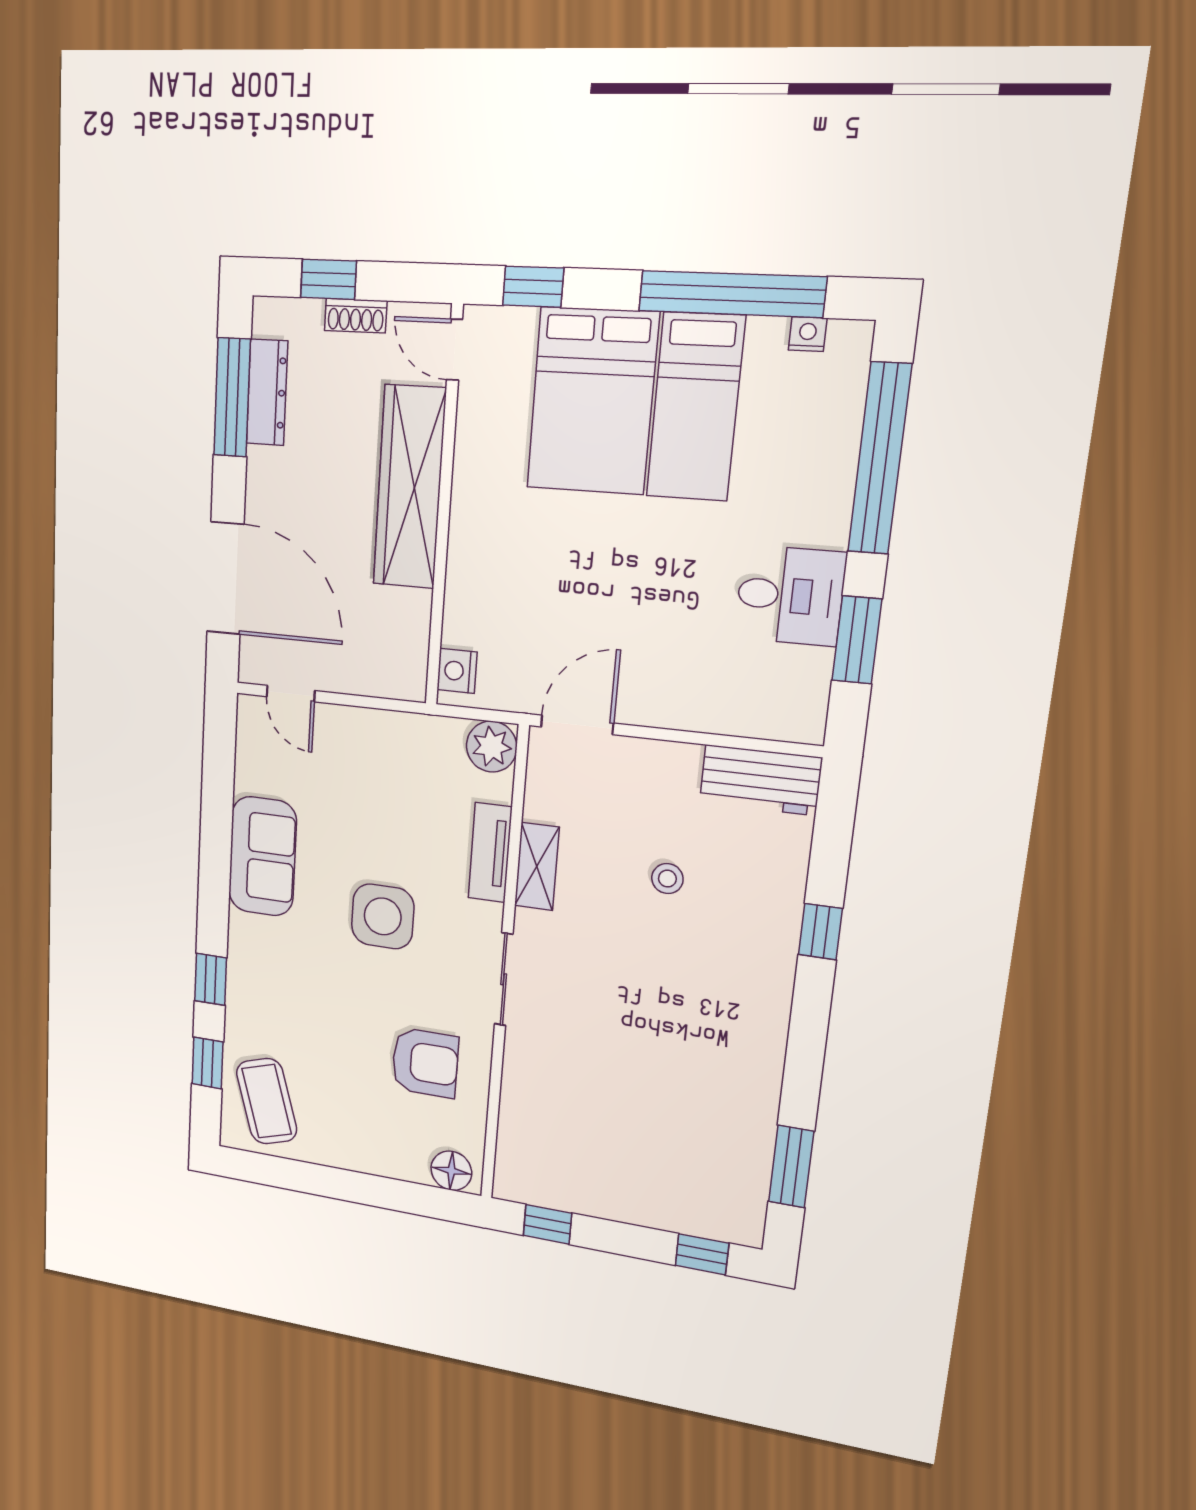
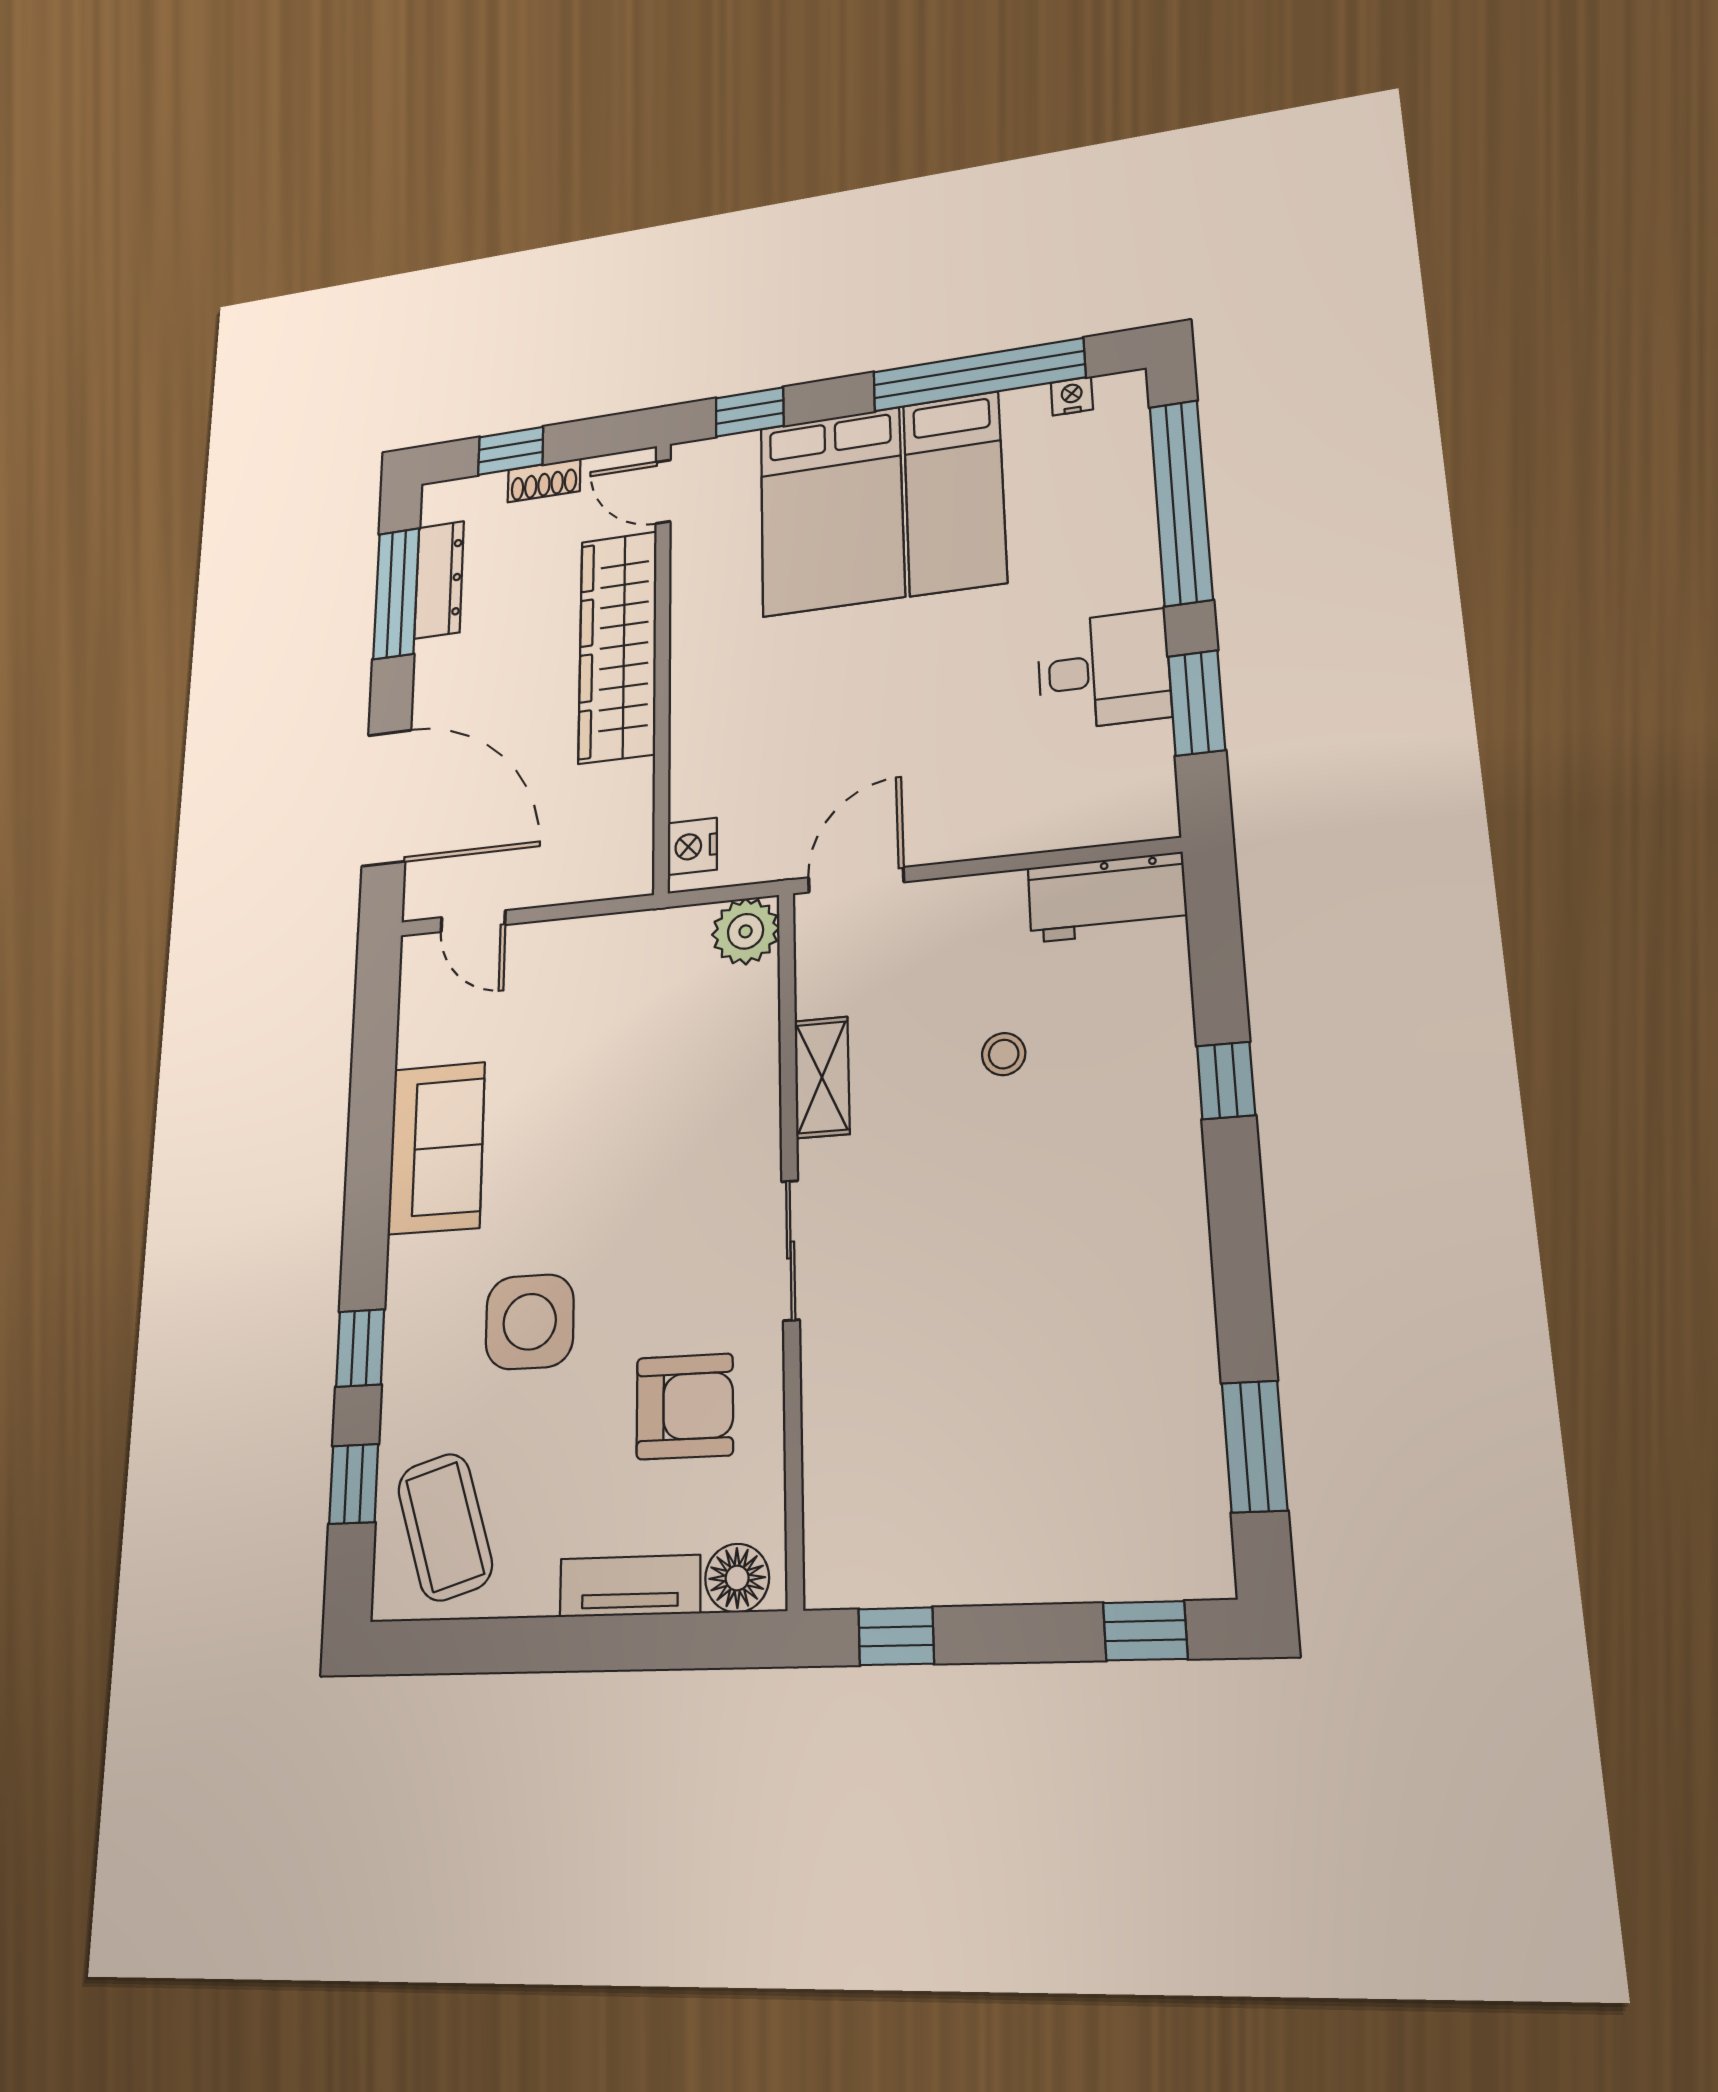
tv unit: (490, 852) -> (630, 1586), moved, turned 90
side table: (383, 916) -> (530, 1322), moved

